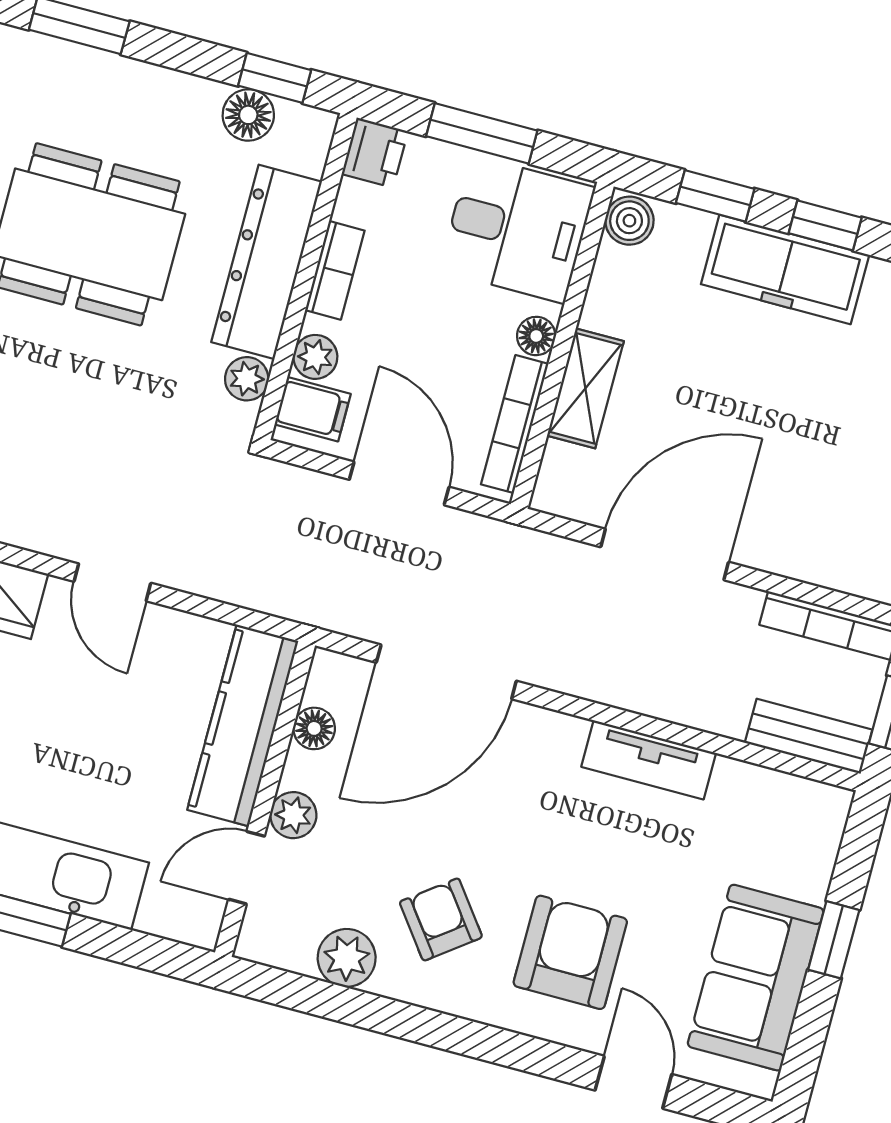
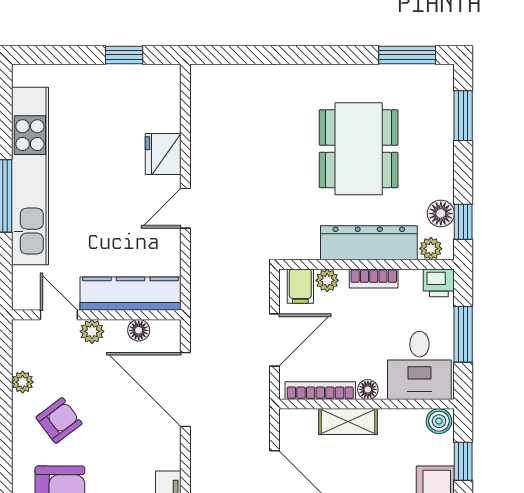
plant: (247, 379) -> (431, 249), moved
plant: (347, 958) -> (23, 382), width x0.73, depth x0.73

